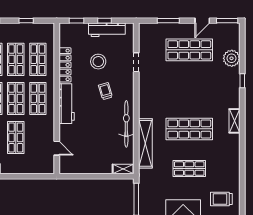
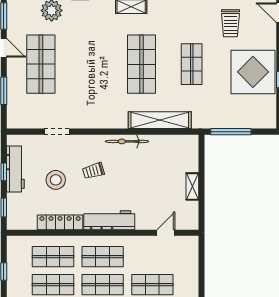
bicycle: (126, 124) -> (127, 141), width x0.73, depth x0.71
shelving: (123, 169) -> (192, 186), moved

